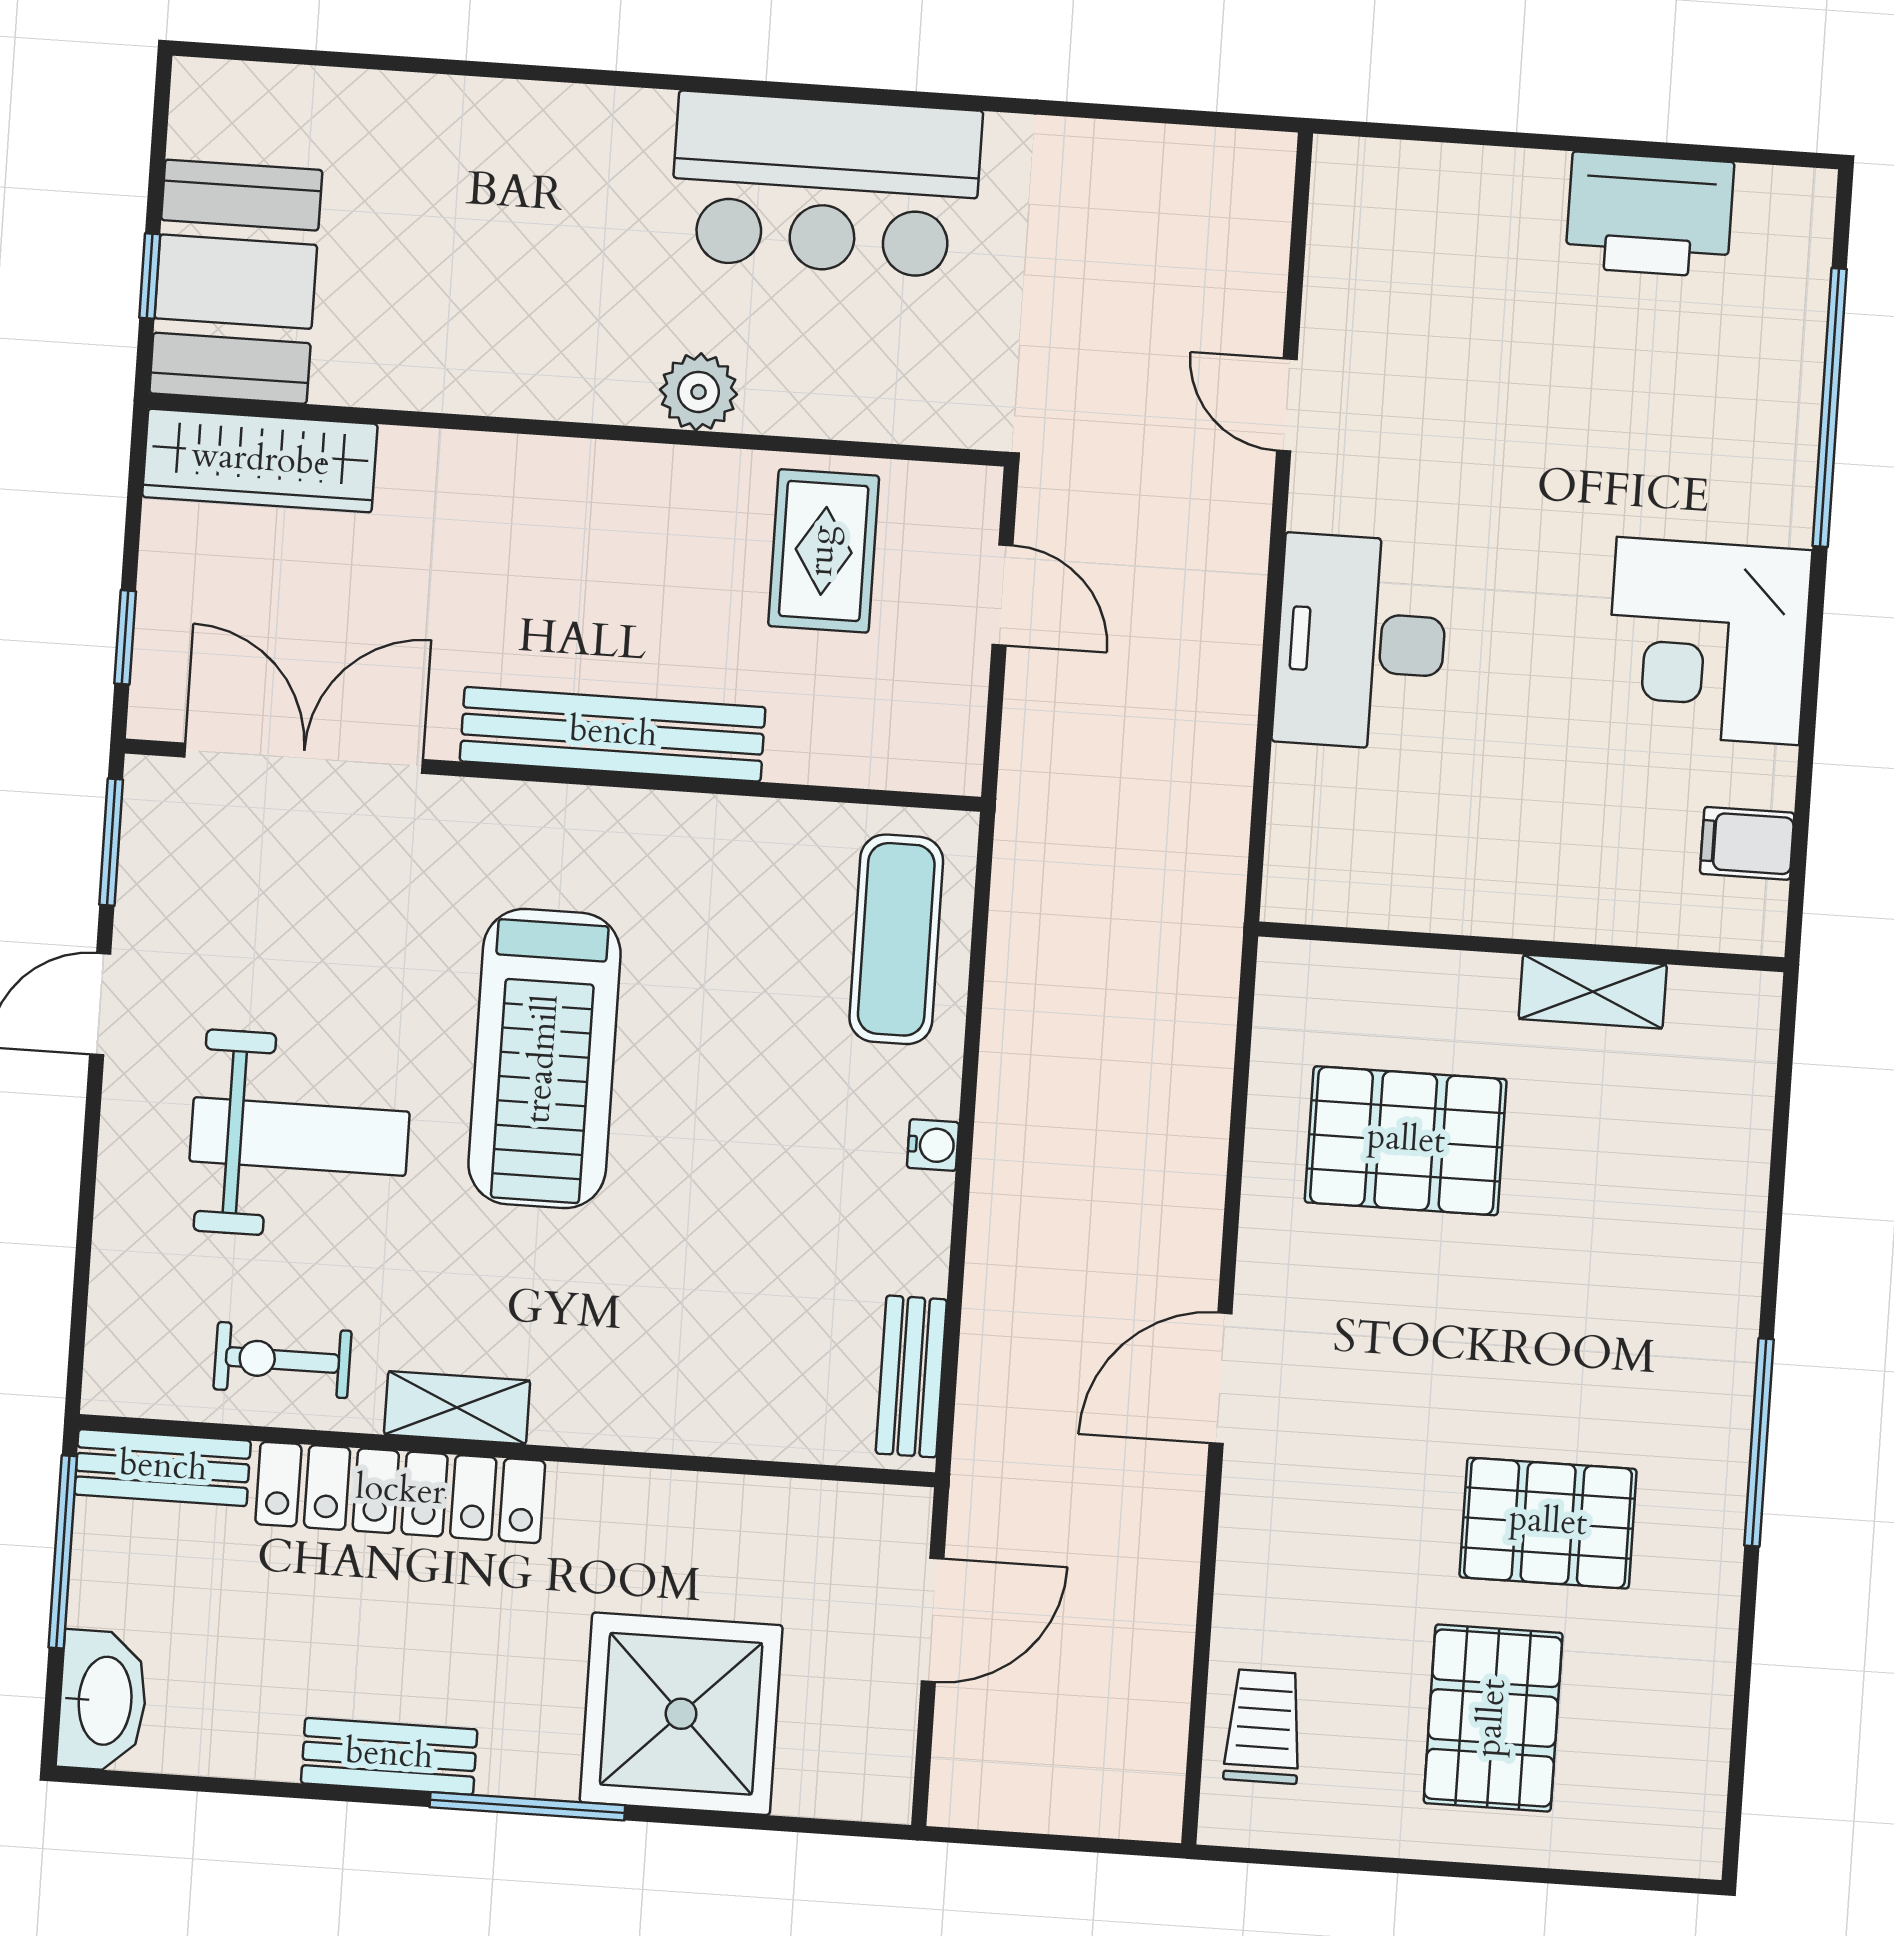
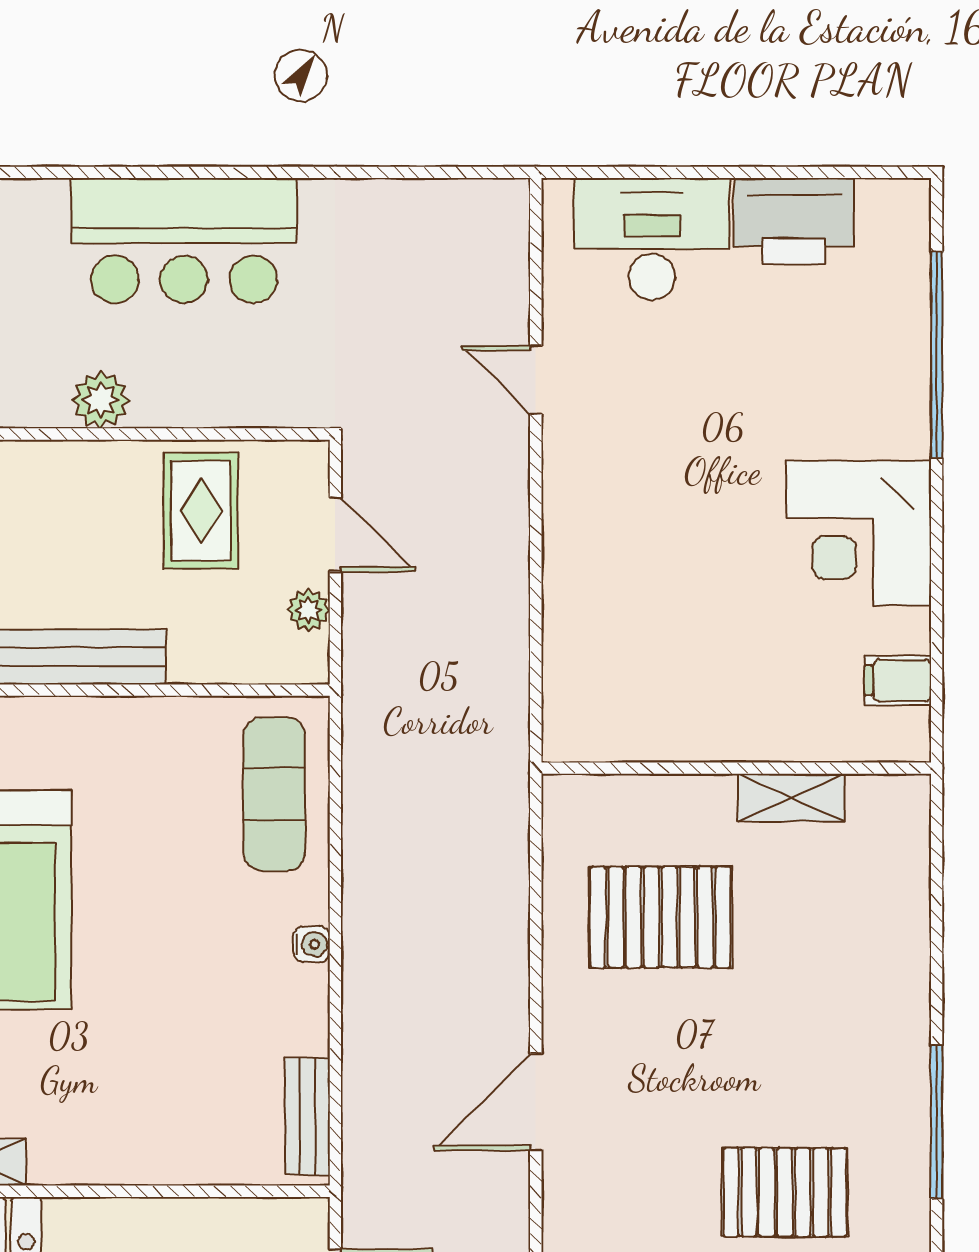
desk: (1361, 642) -> (652, 239), moved, turned 90
plant: (959, 694) -> (308, 610), added

